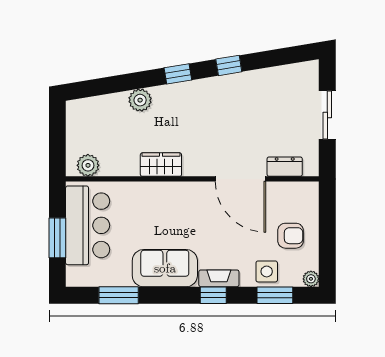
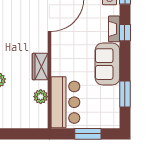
plant: (88, 165) -> (41, 97), moved
bar counter: (88, 225) -> (65, 102), moved, turned 90

